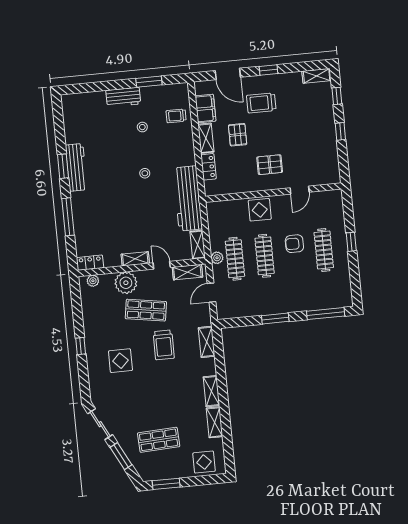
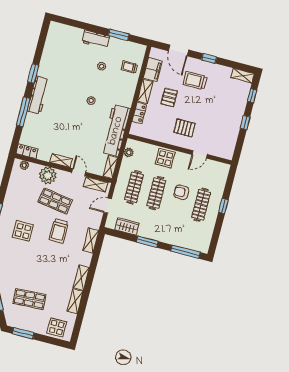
workbench: (76, 167) -> (38, 95), moved
plant: (217, 258) -> (129, 152), moved
wardrobe: (244, 309) -> (127, 226), added

